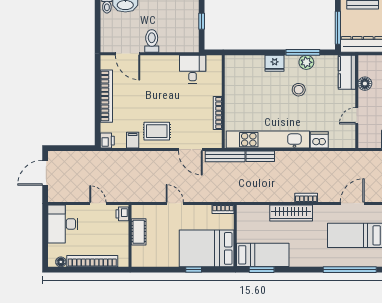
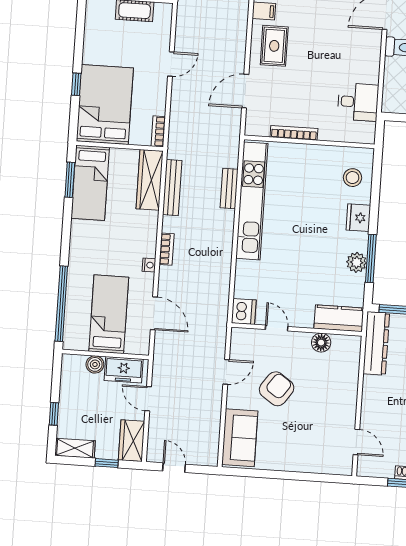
stool: (299, 90) -> (353, 178), moved
dishwasher: (319, 140) -> (244, 312), moved
bench: (225, 156) -> (172, 188), moved
nightstand: (318, 209) -> (149, 265), added
wardrobe: (291, 213) -> (150, 180), moved

